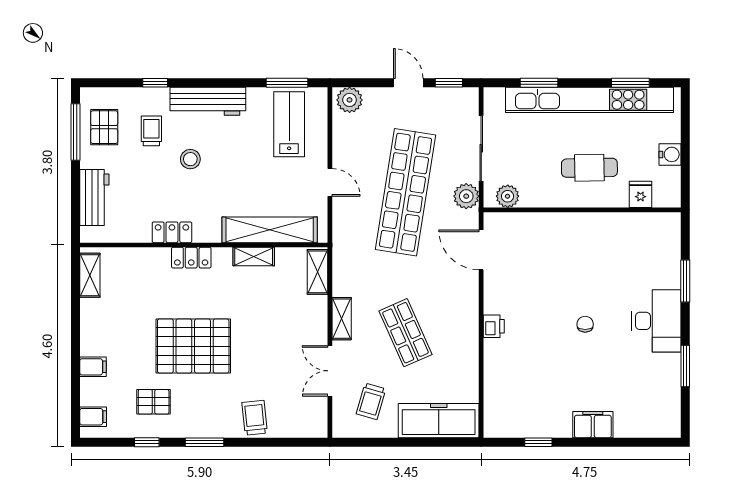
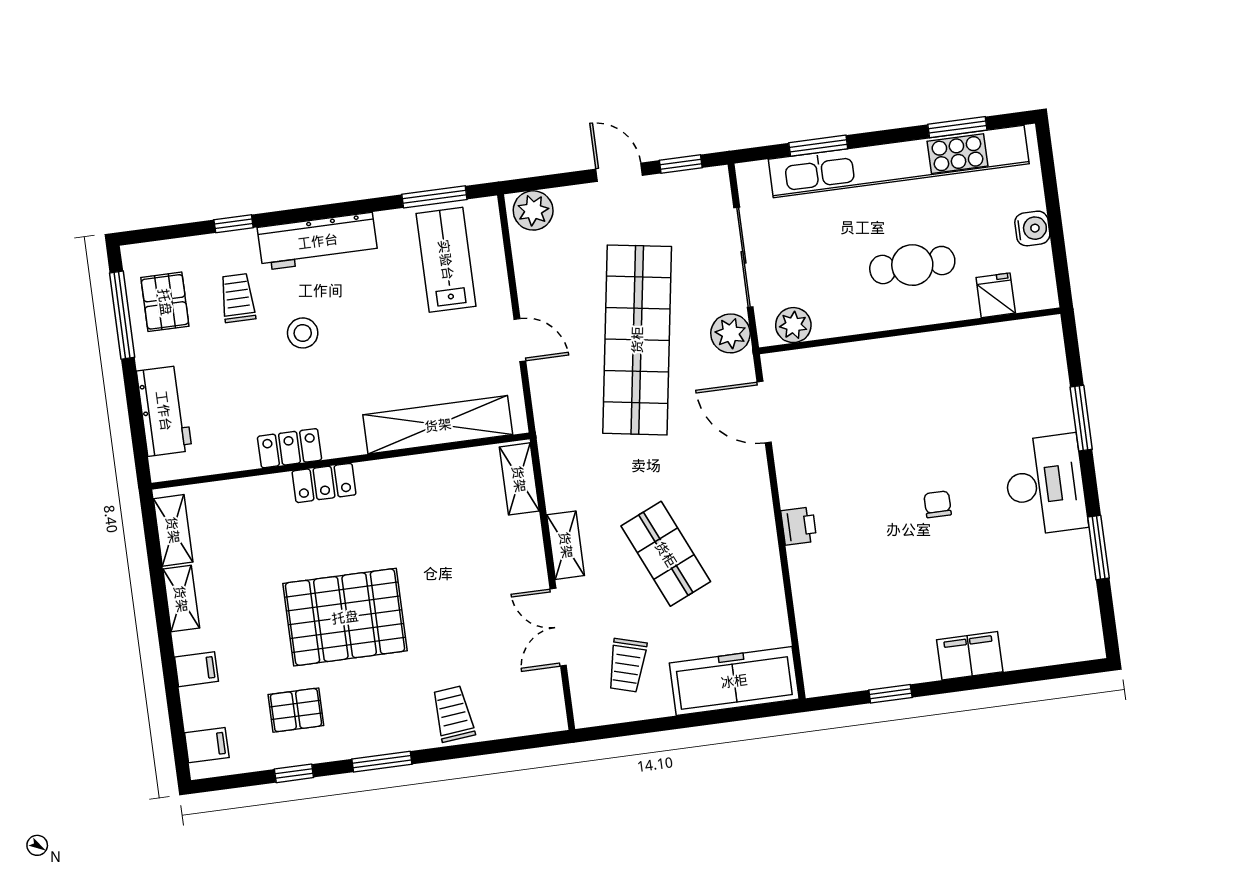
shelving: (254, 256) -> (181, 599), moved, turned 90

